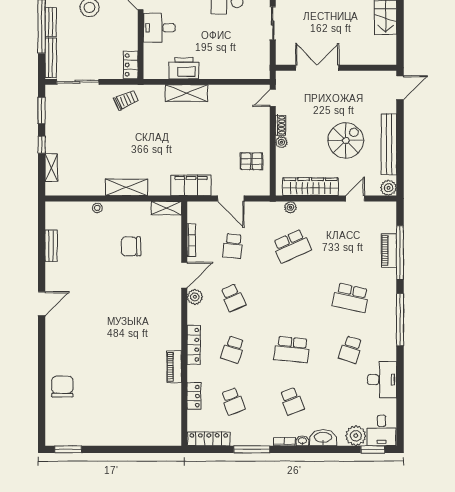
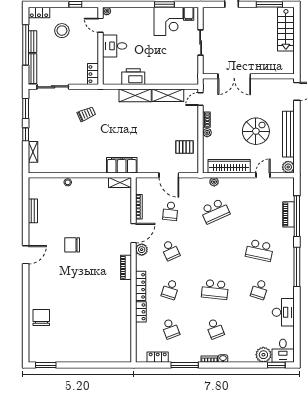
double door: (317, 68) -> (234, 76), swing flipped
trolley: (126, 100) -> (86, 114), moved
filing cabinet: (191, 185) -> (122, 165), moved
shelving: (127, 187) -> (168, 95), moved
chair: (131, 246) -> (72, 245), moved
piano: (174, 367) -> (126, 267), moved
locker: (194, 396) -> (141, 312), moved
washbasin: (323, 438) -> (239, 356), removed
locker: (209, 439) -> (158, 357), width x0.66

